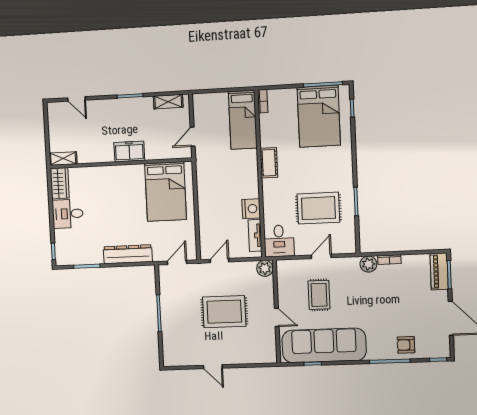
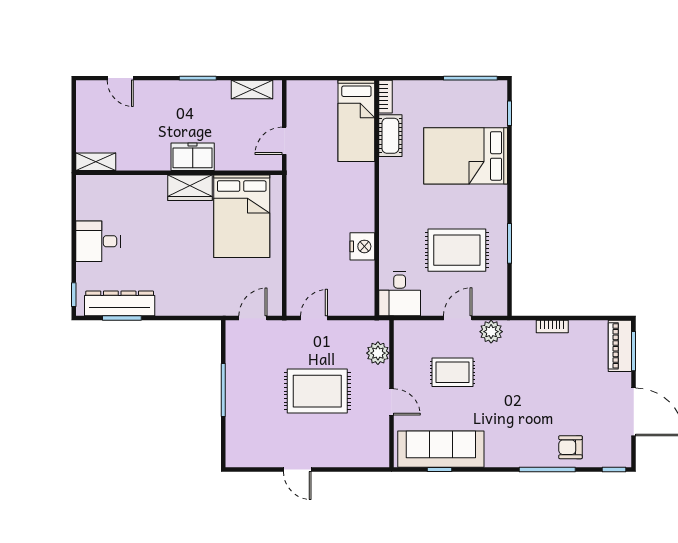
bed: (319, 116) -> (466, 156), moved, turned 90
cot: (269, 163) -> (390, 136), moved
wardrobe: (60, 183) -> (190, 188), moved, turned 90
tv unit: (255, 235) -> (366, 284), removed
dresser: (128, 254) -> (120, 303), moved
plant: (368, 264) -> (491, 332), moved
plant: (265, 268) -> (378, 353), moved
rug: (319, 295) -> (452, 372), turned 90
sofa: (324, 345) -> (441, 449), width x0.74, depth x0.79

